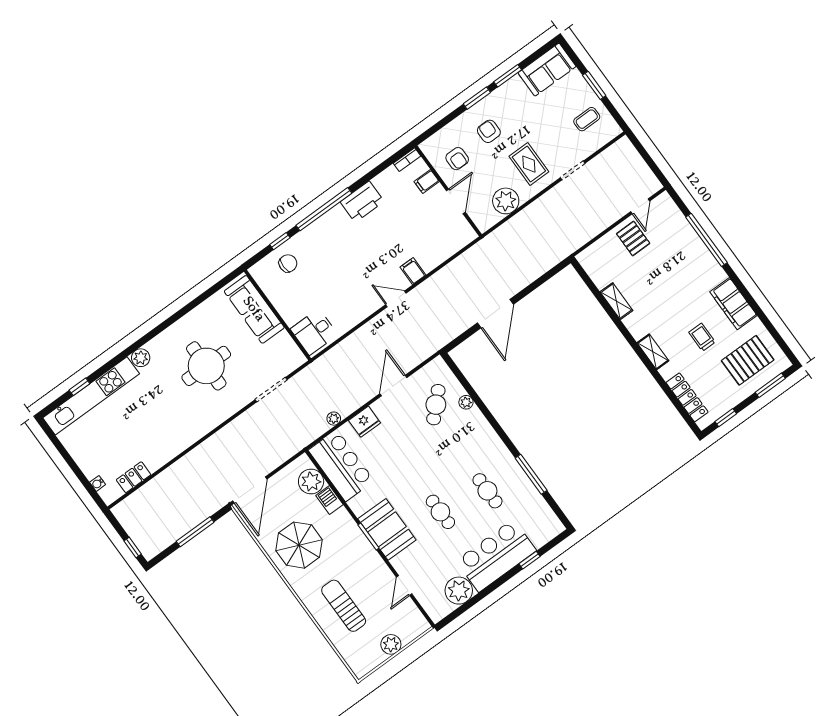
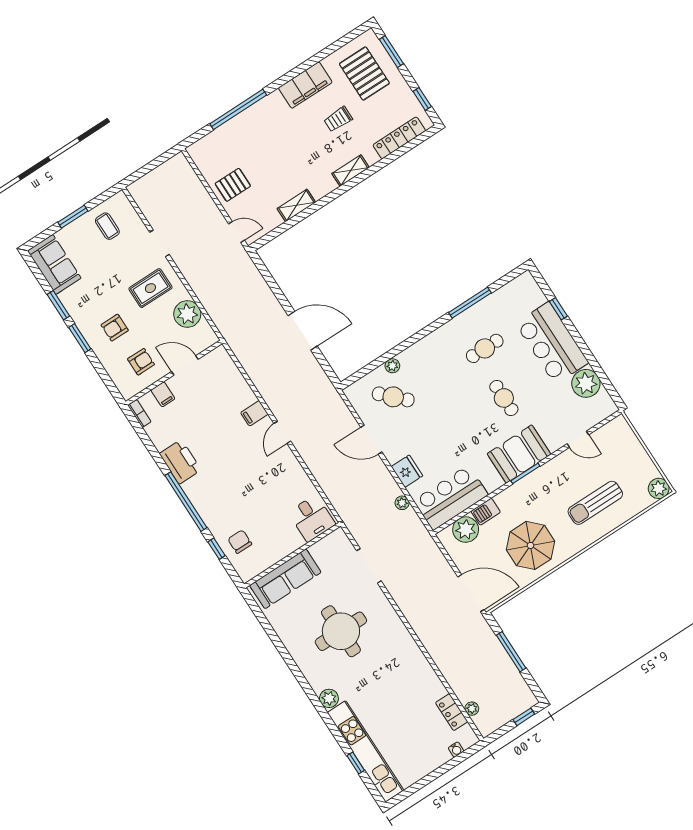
door: (640, 206) -> (237, 232), moved
plant: (138, 497) -> (472, 709), added
cafe table: (440, 512) -> (504, 398), turned 90
plant: (391, 644) -> (659, 488), moved

